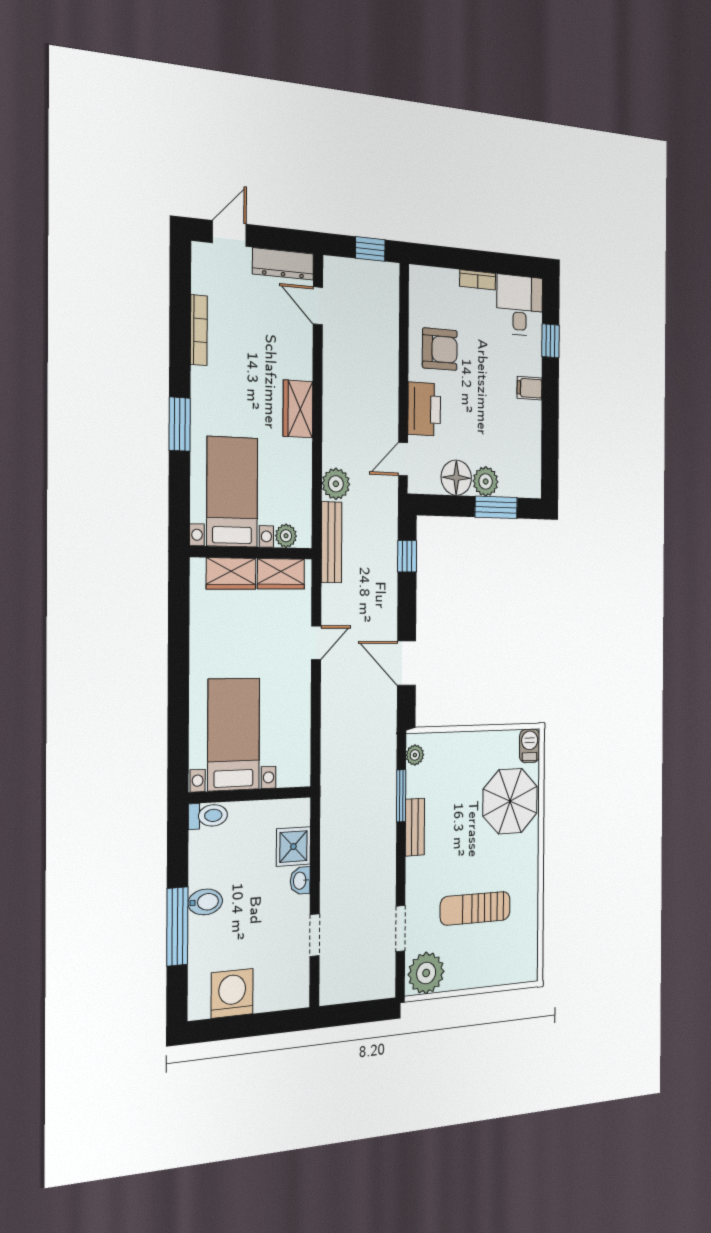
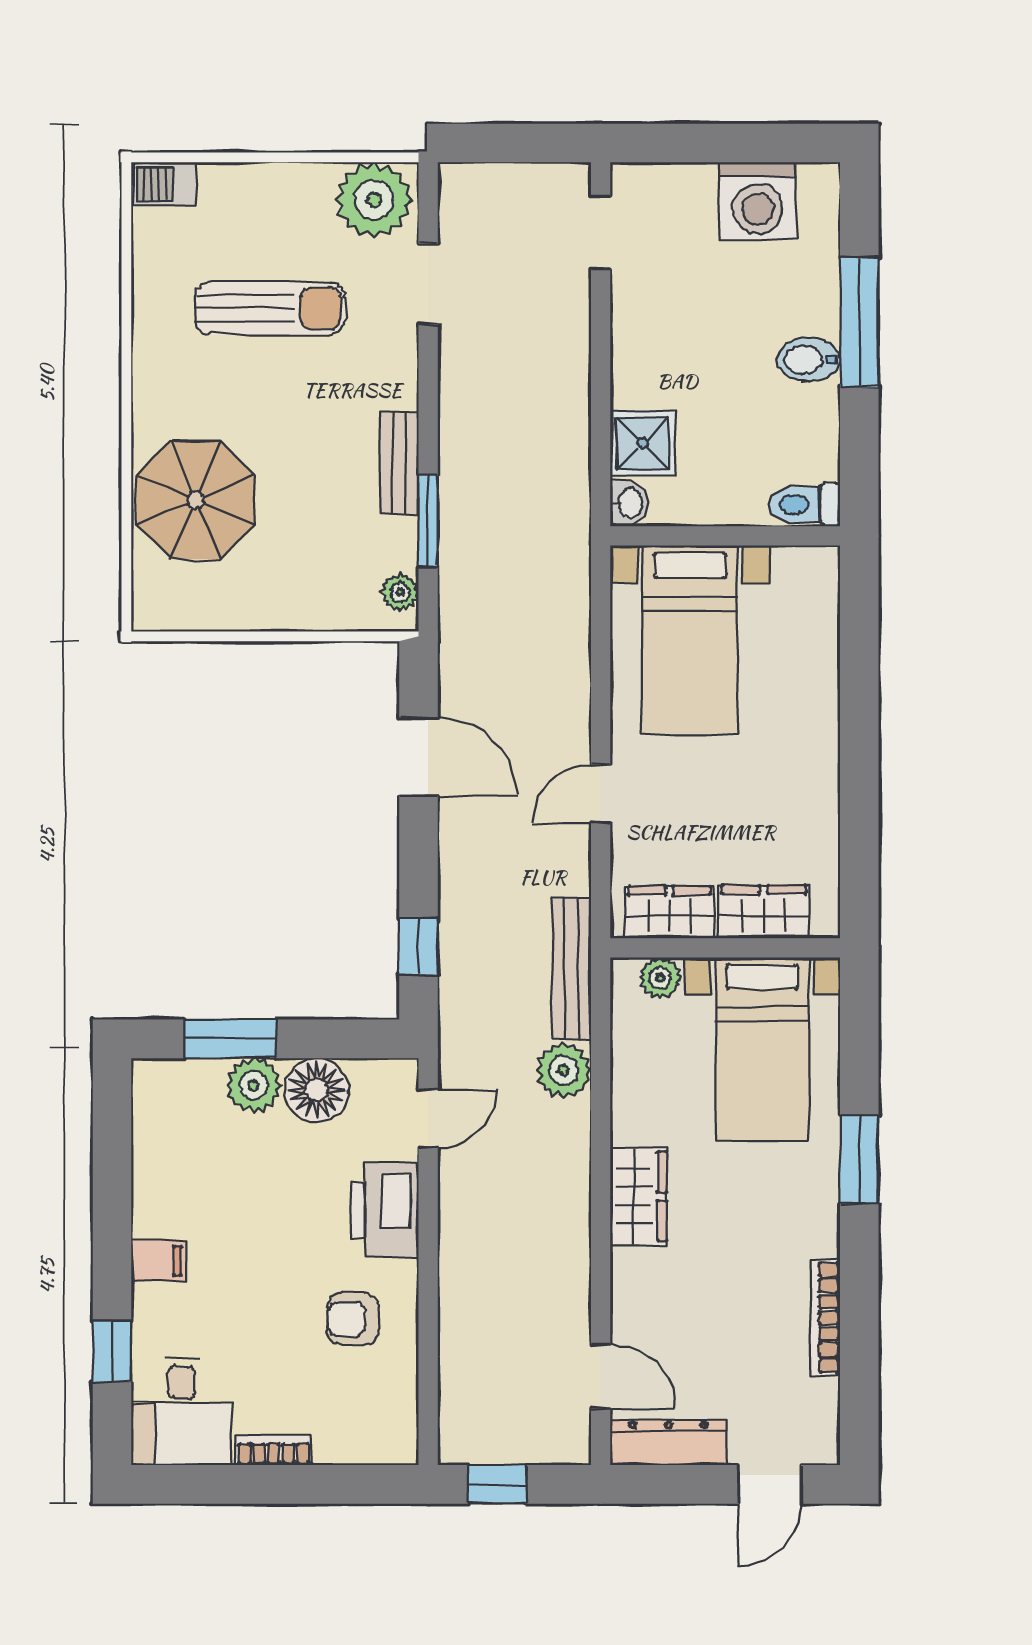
armchair: (440, 349) -> (353, 1319), width x0.72, depth x0.72
bed with nightstands: (234, 734) -> (690, 640), moved
barbecue: (530, 746) -> (164, 184), moved, turned 90
washbasin: (300, 881) -> (629, 503), moved
doorway: (315, 935) -> (601, 233), moved

